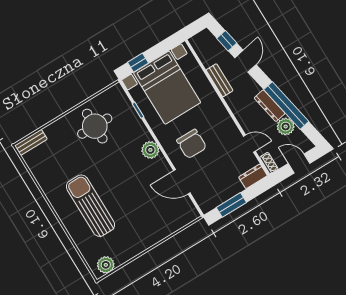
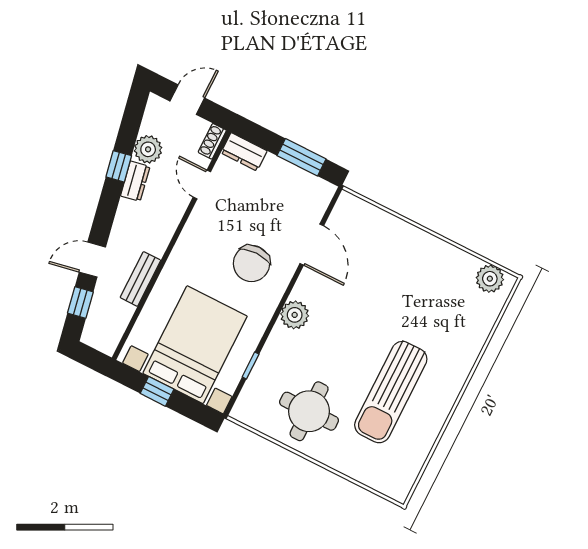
window: (138, 63) -> (157, 391), moved
window: (286, 105) -> (119, 166), width x0.32
dresser: (270, 106) -> (135, 181), width x0.70
bench: (31, 142) -> (385, 485), removed
chair: (192, 144) -> (251, 263), turned 180
door: (299, 163) -> (187, 100), swing flipped
sun lounger: (90, 206) -> (391, 392), moved

